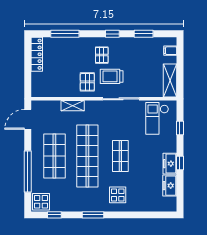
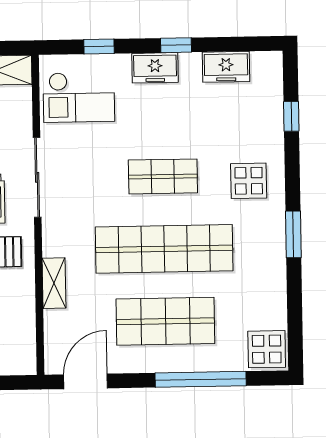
door: (28, 119) -> (86, 381), swing flipped
freezer: (170, 164) -> (155, 68), moved
window: (54, 215) -> (291, 116), moved

